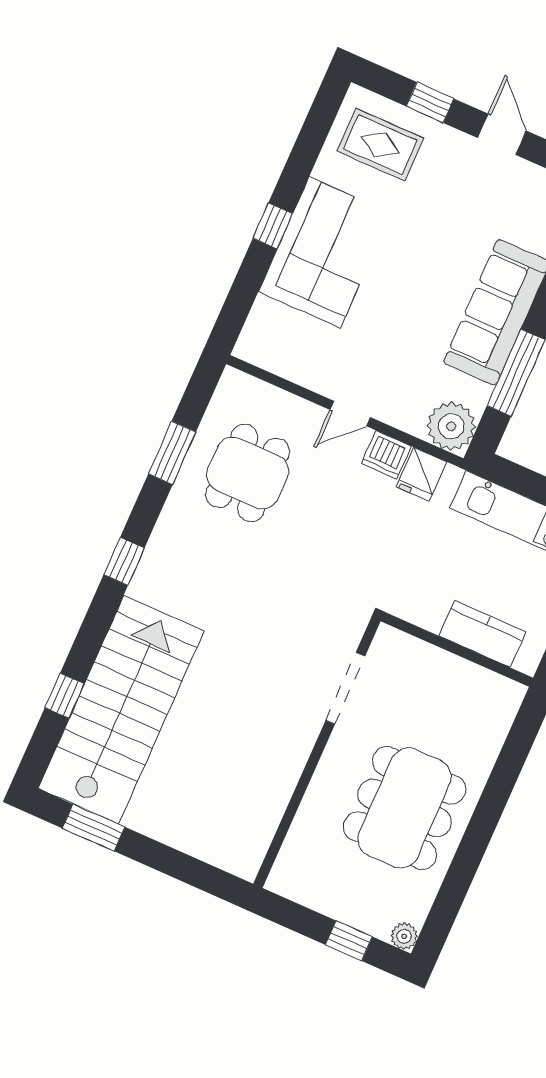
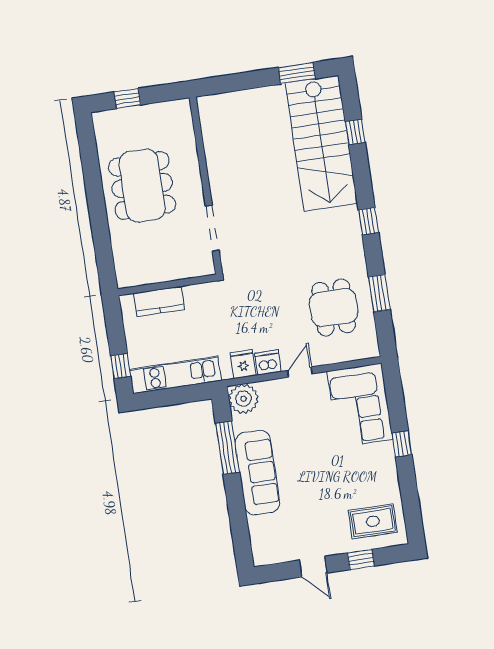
corner sofa: (325, 252) -> (360, 405), moved
plant: (404, 936) -> (100, 119), removed

